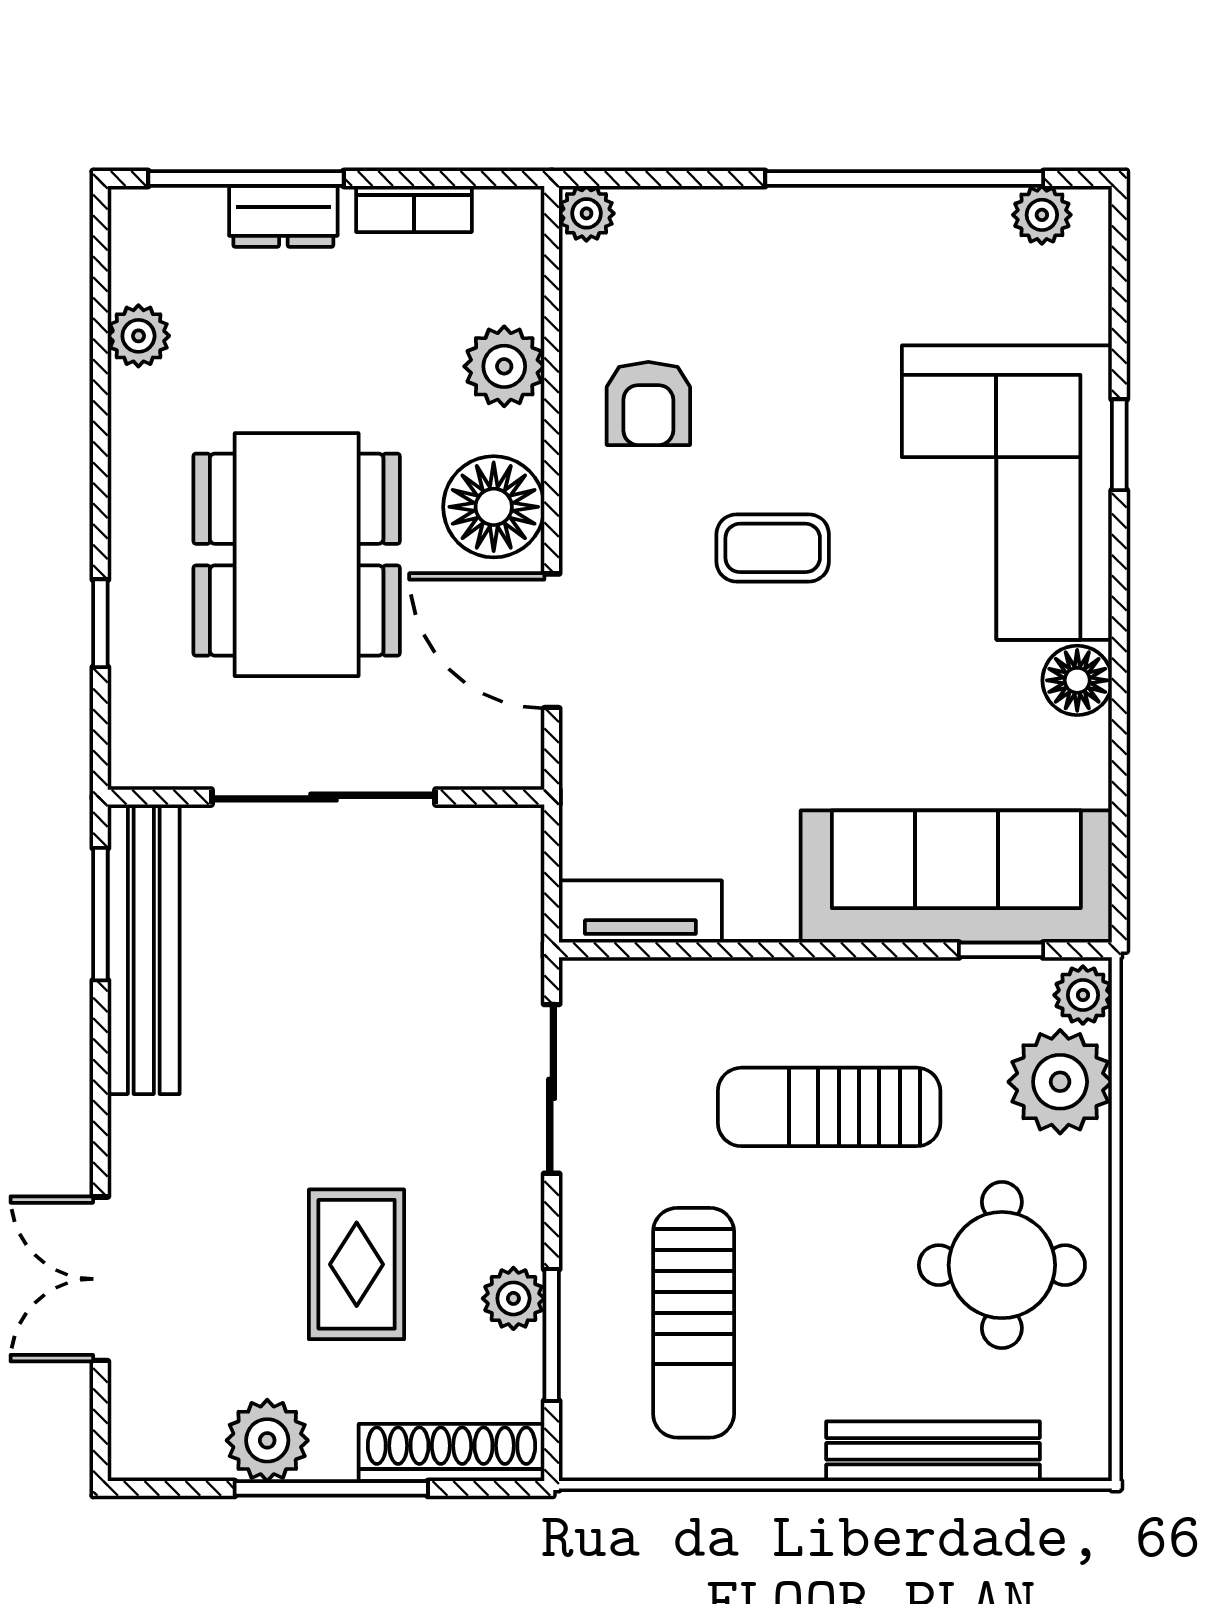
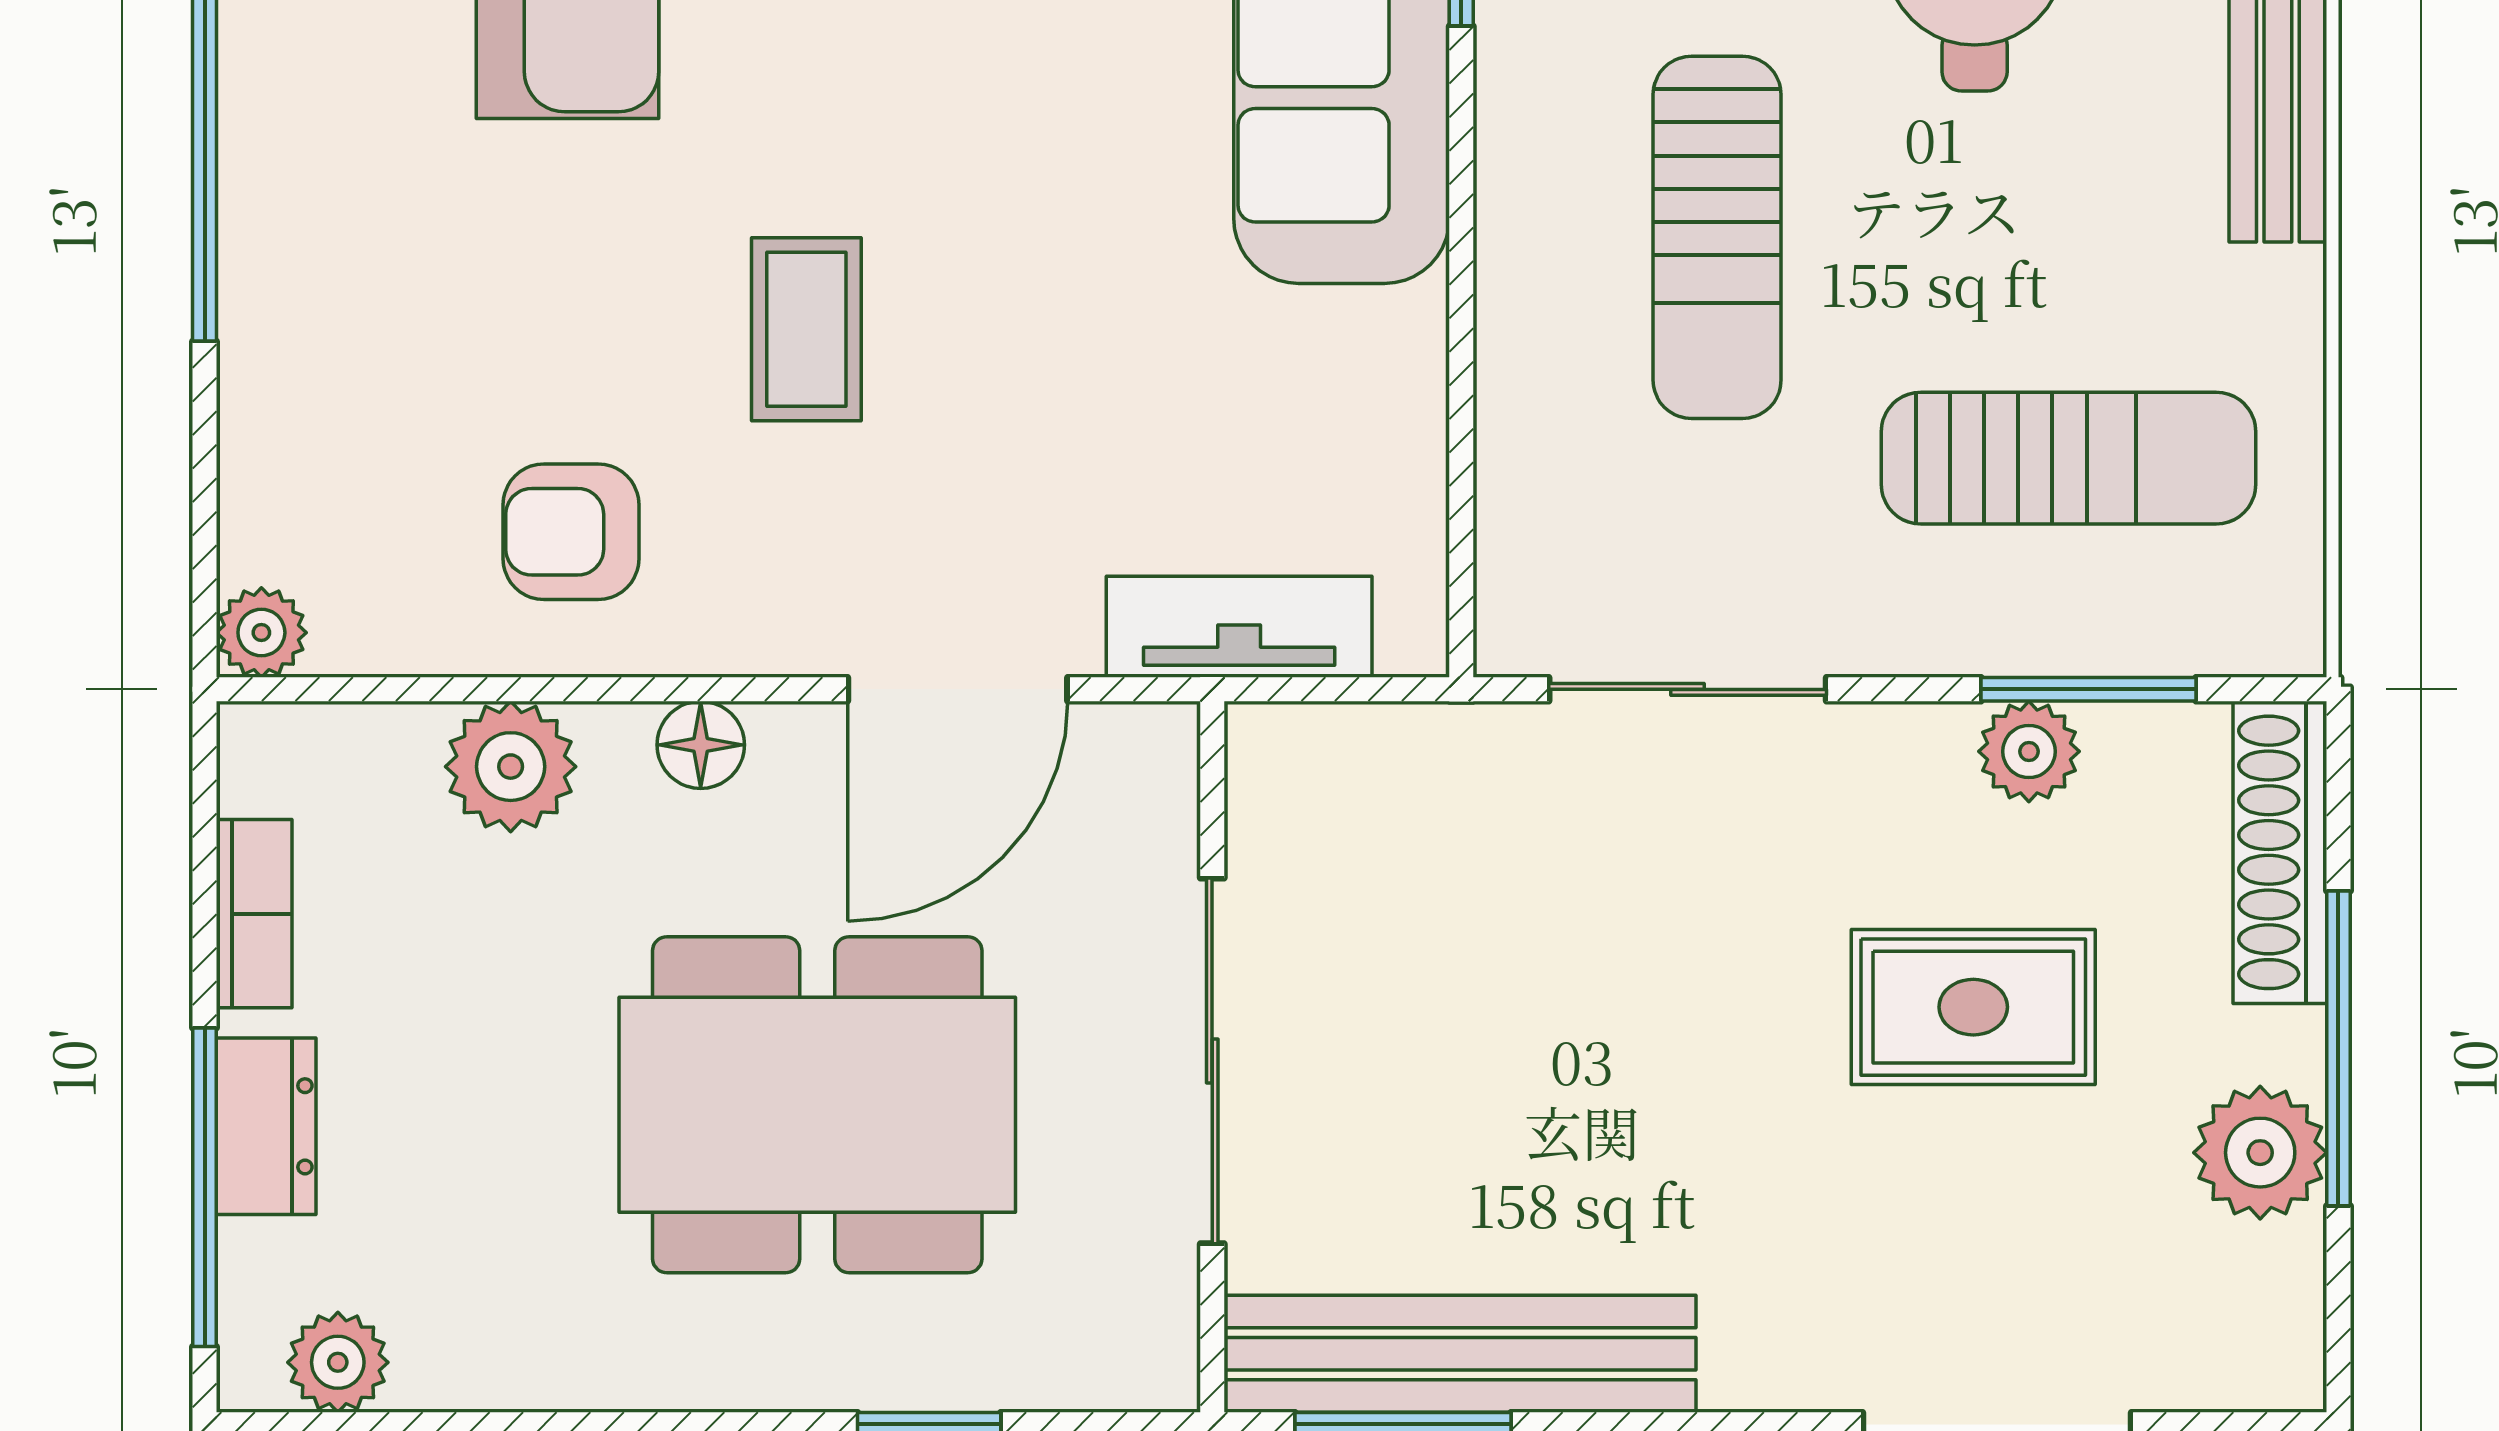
plant: (138, 336) -> (338, 1362), moved
armchair: (648, 403) -> (571, 532), turned 180
floor lamp: (494, 507) -> (701, 745), width x0.53, depth x0.53
tv unit: (640, 912) -> (1239, 627), moved, turned 90

